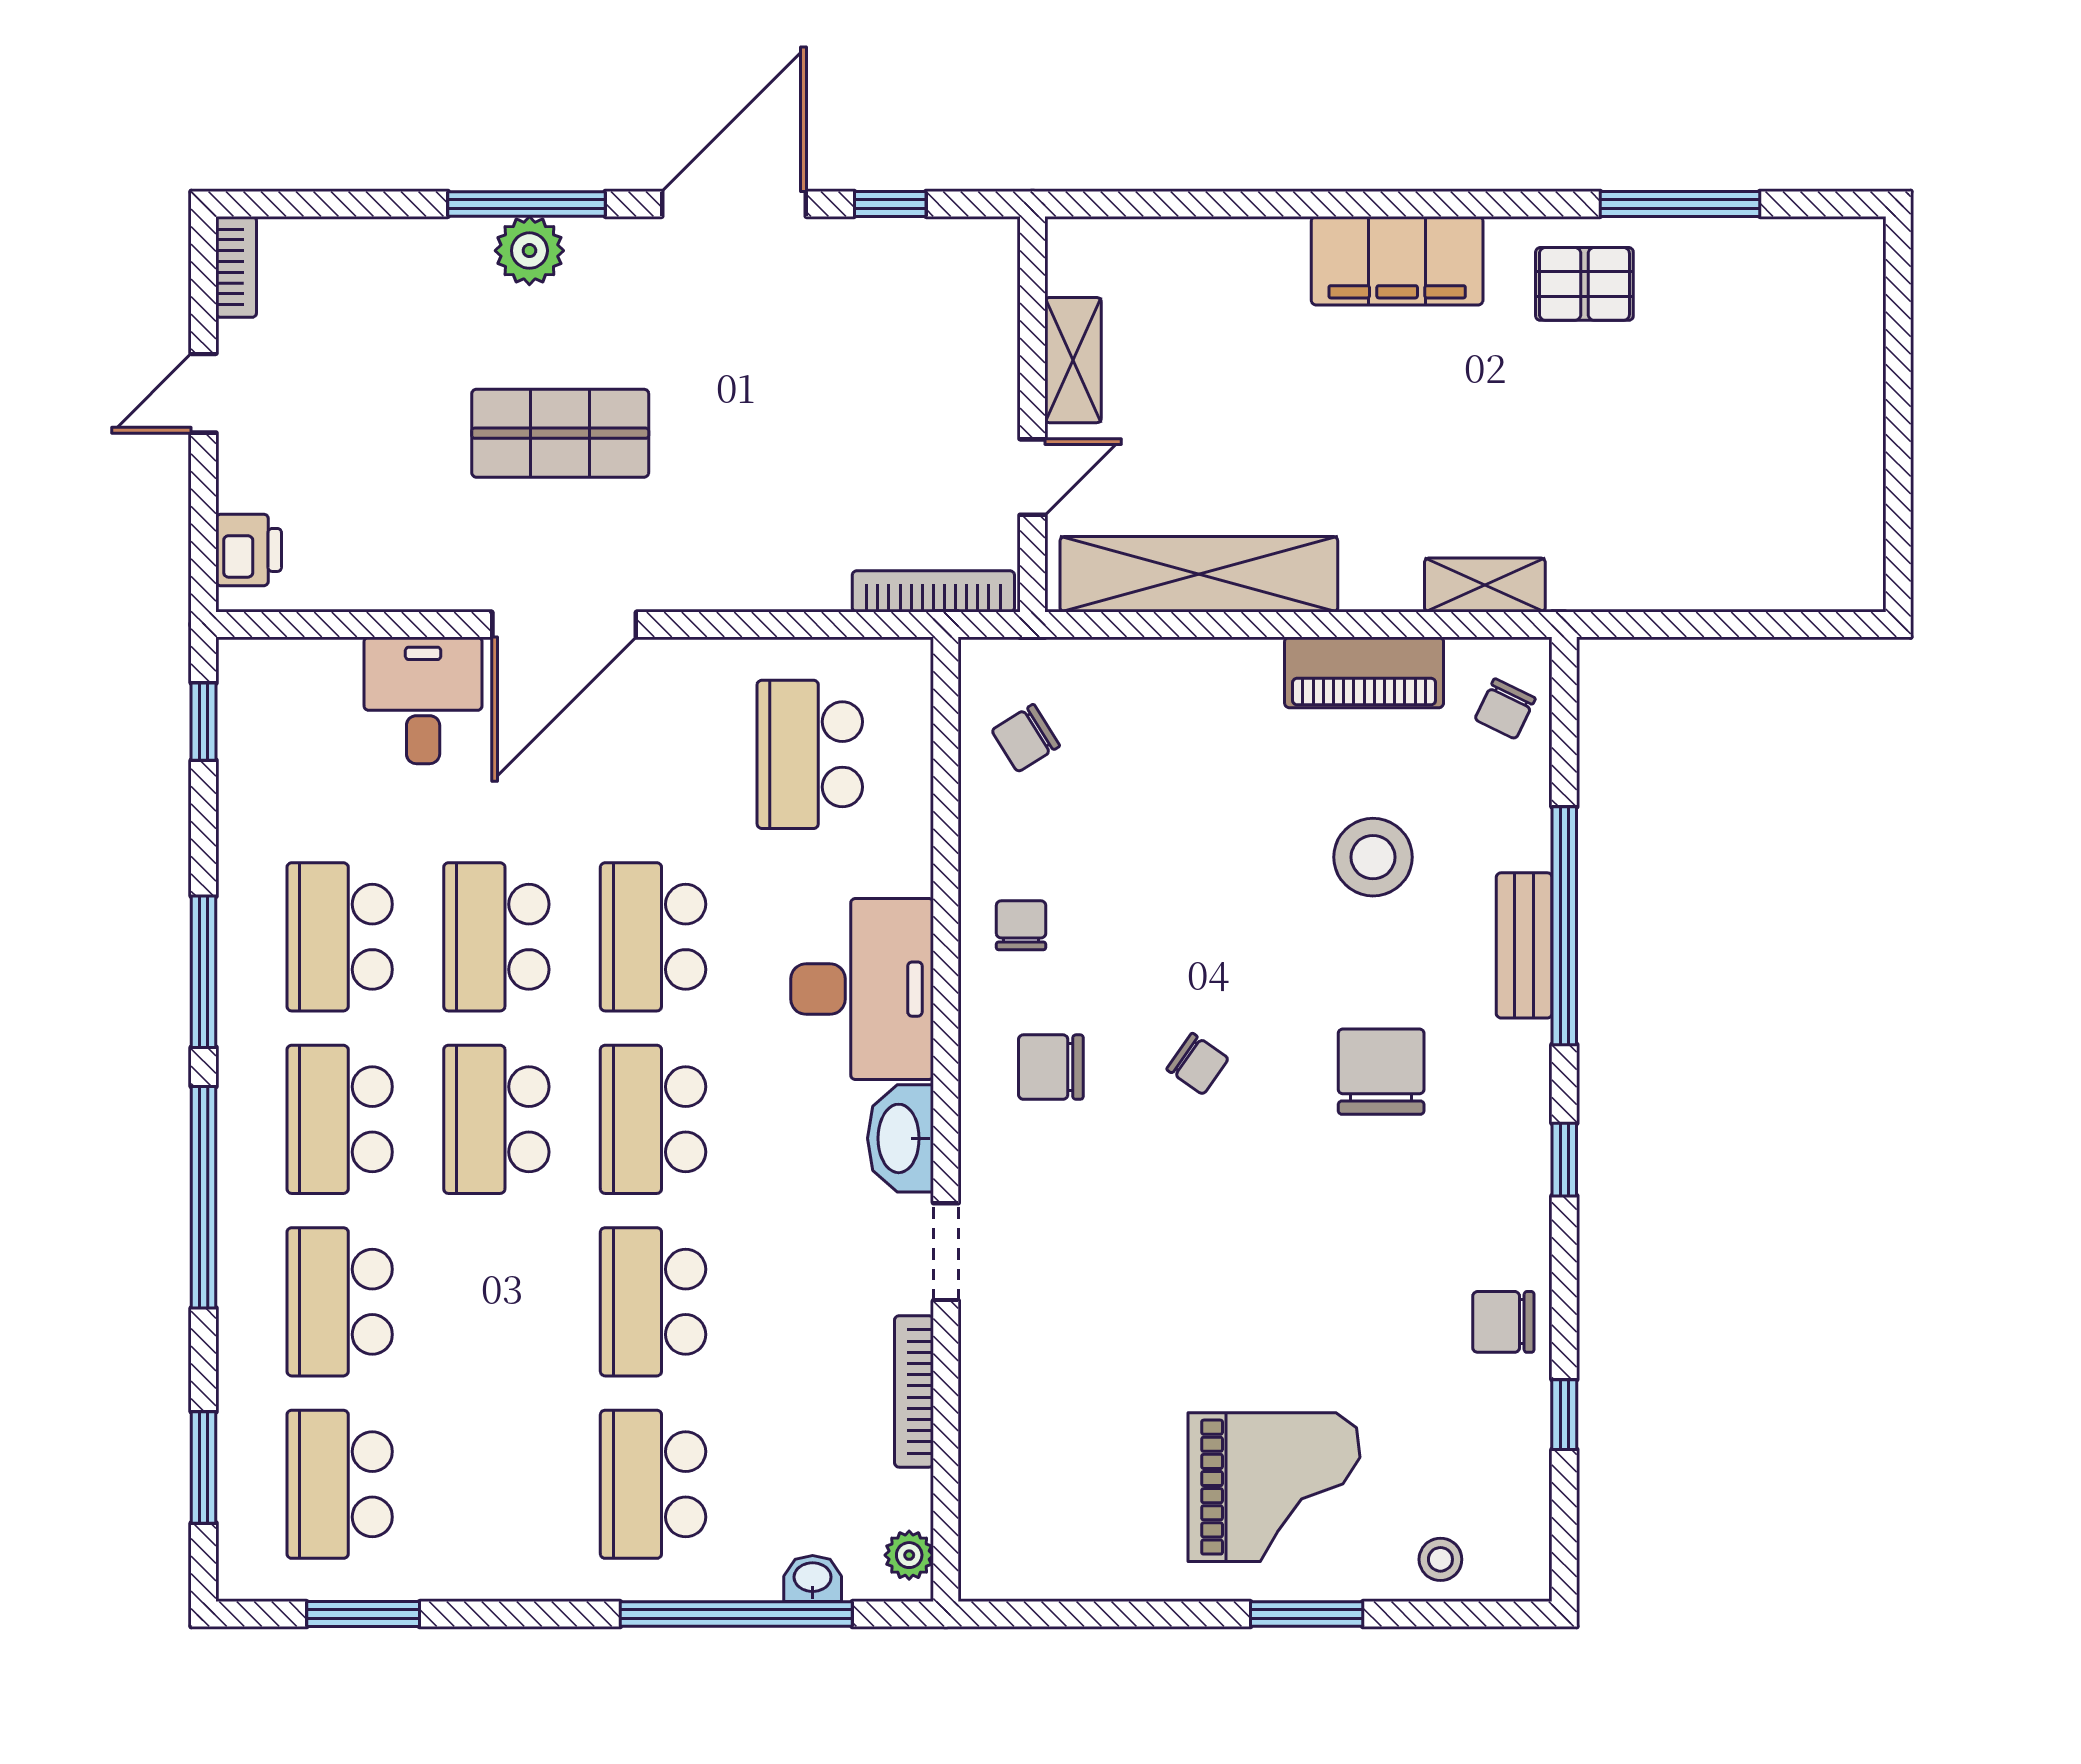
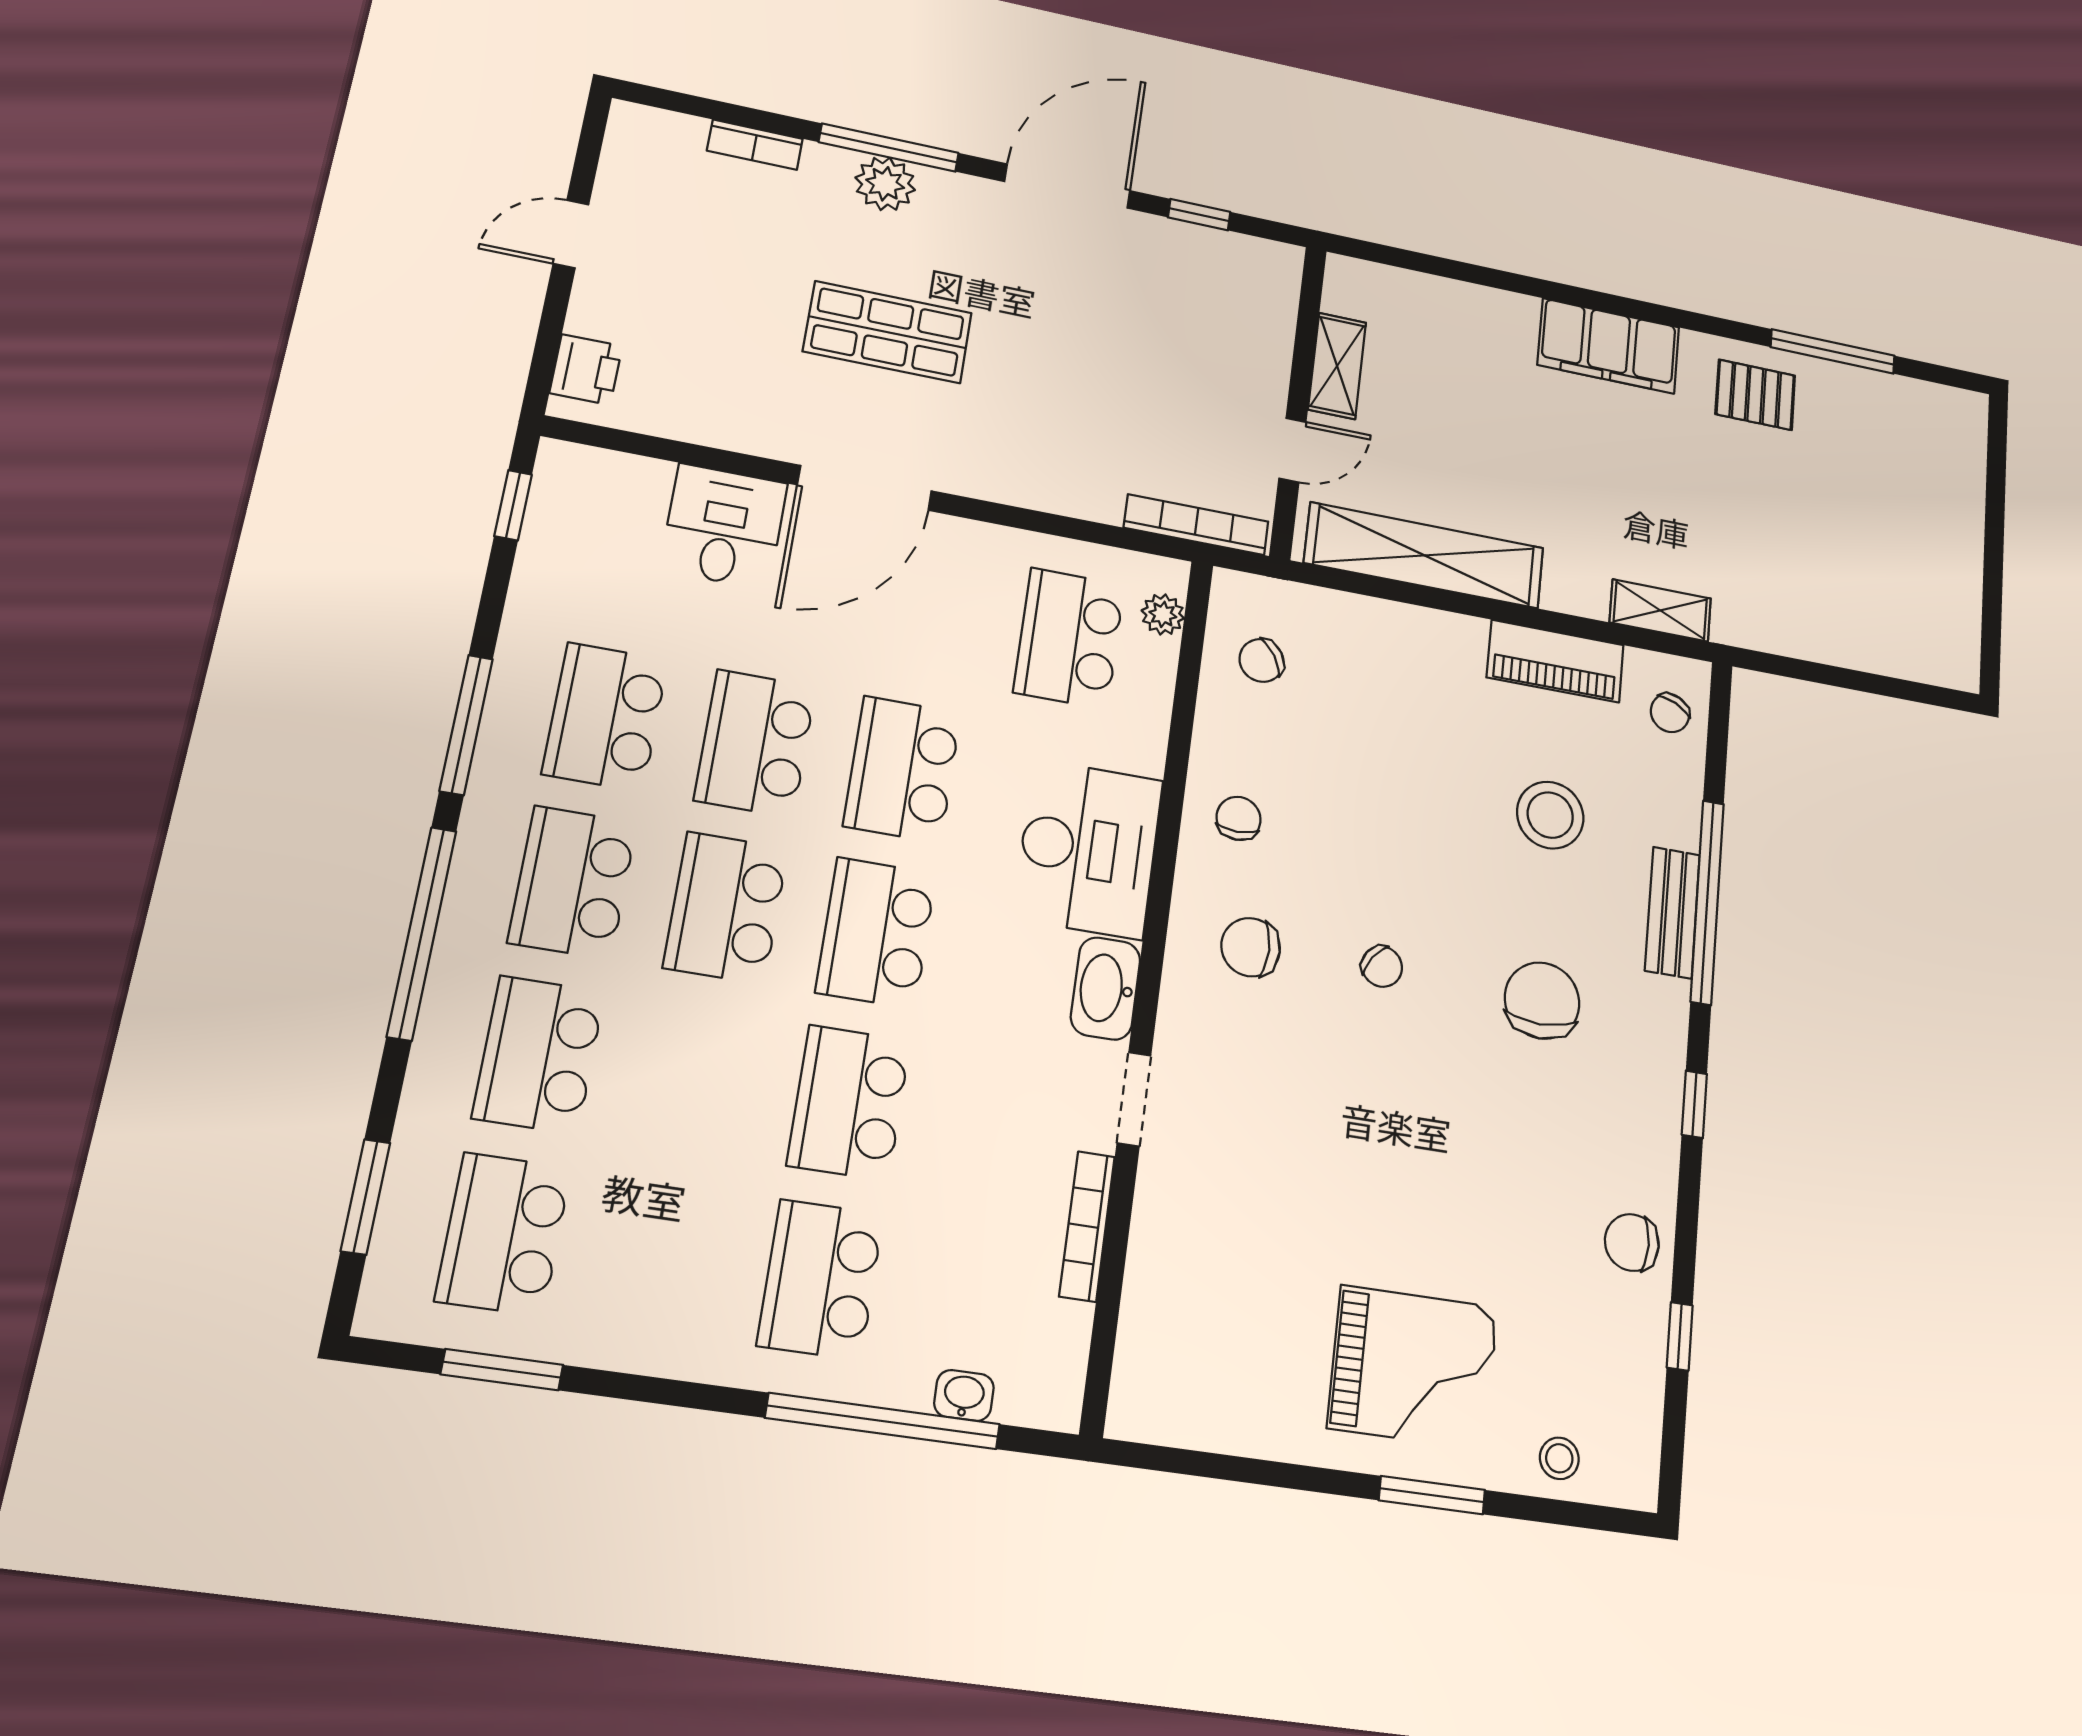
bookcase: (236, 267) -> (755, 145), moved, turned 90
plant: (909, 1555) -> (1163, 614), moved

